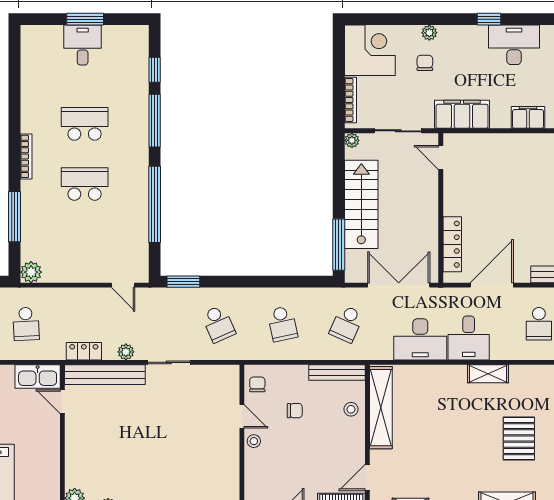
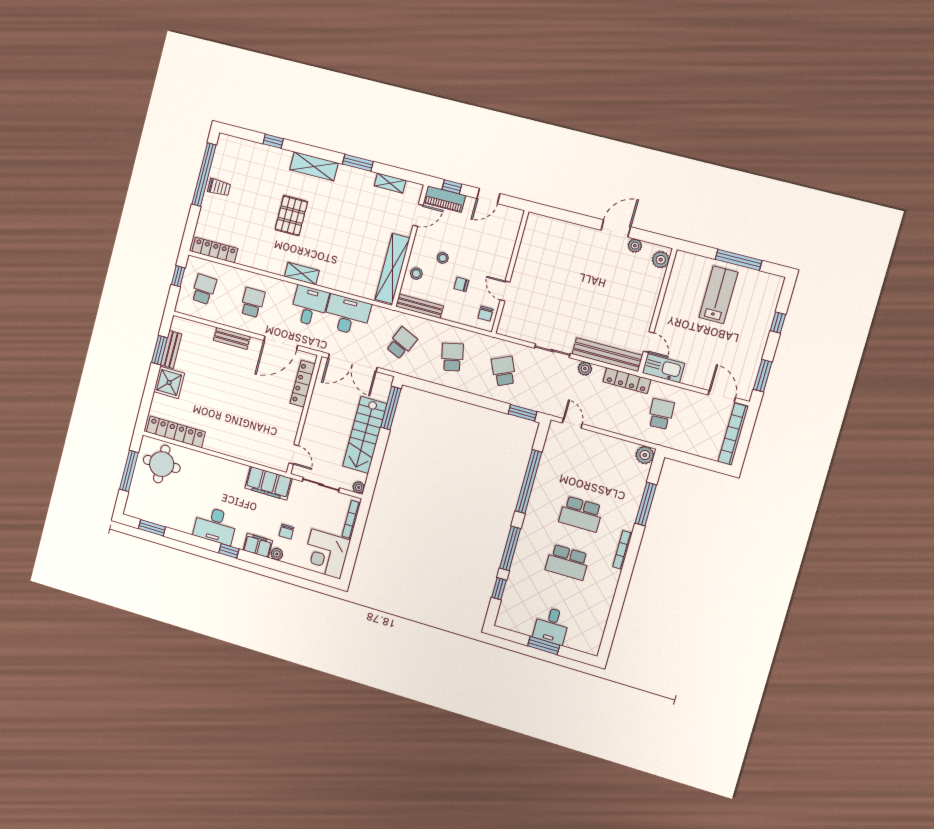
filing cabinet: (528, 117) -> (258, 545), moved, turned 180
locker: (84, 351) -> (627, 381), width x1.53
stool: (254, 441) -> (443, 258), moved

